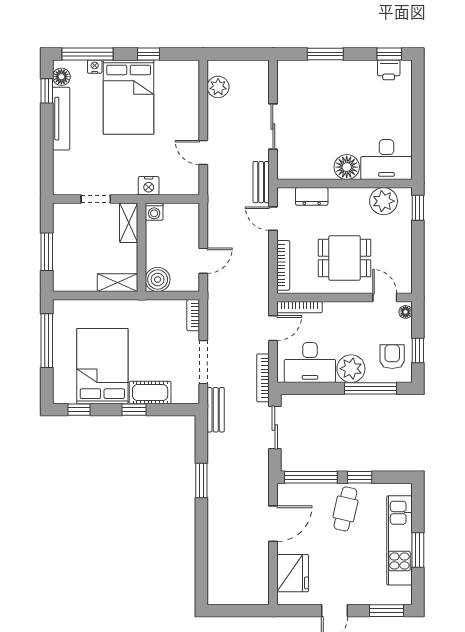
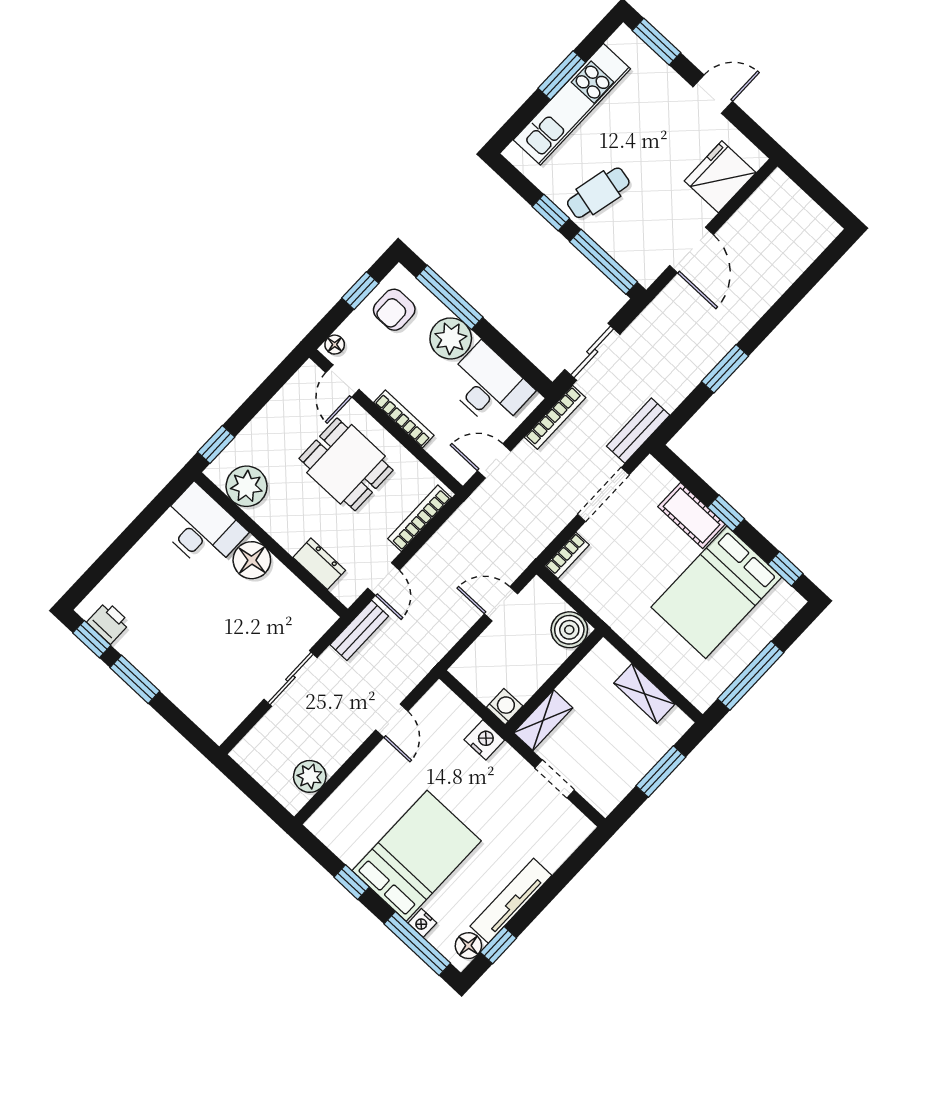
window: (325, 54) -> (135, 679), moved
shelving: (118, 283) -> (644, 694), moved
bookcase: (299, 307) -> (404, 419), moved
door: (273, 524) -> (691, 250), swing flipped

